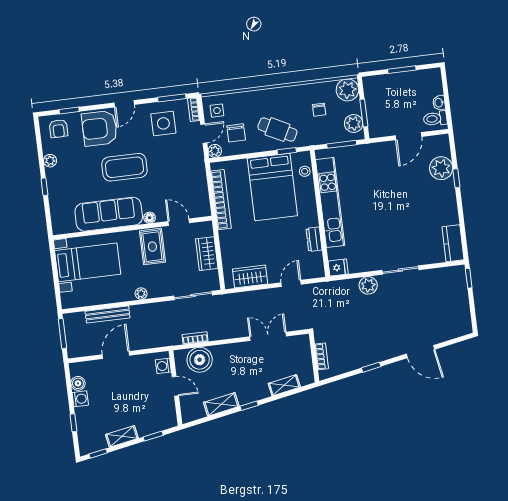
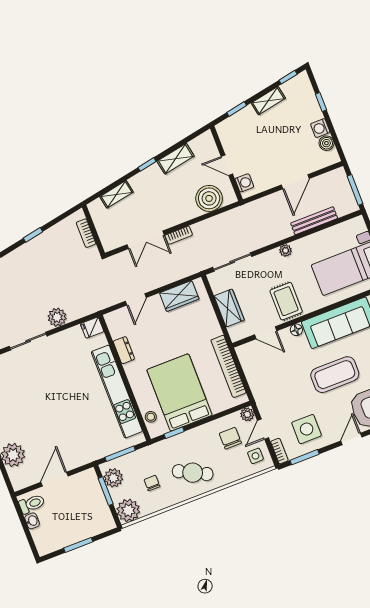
cafe table: (277, 130) -> (193, 473), moved
bookcase: (195, 338) -> (179, 235), moved

